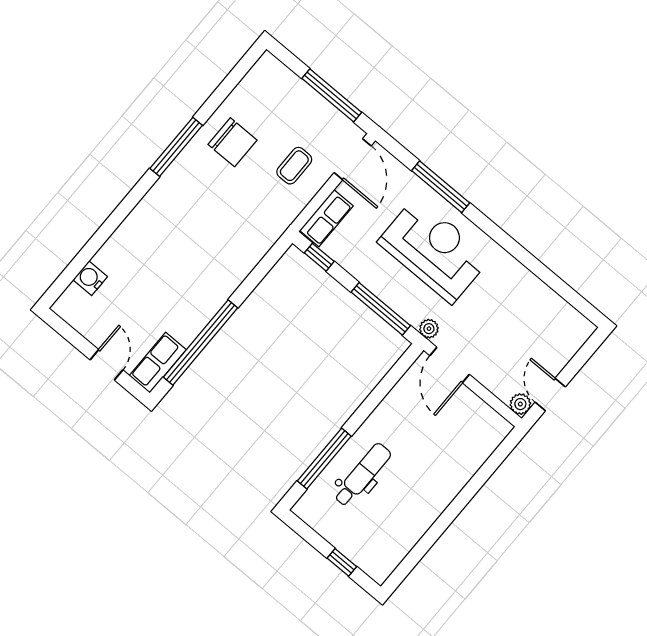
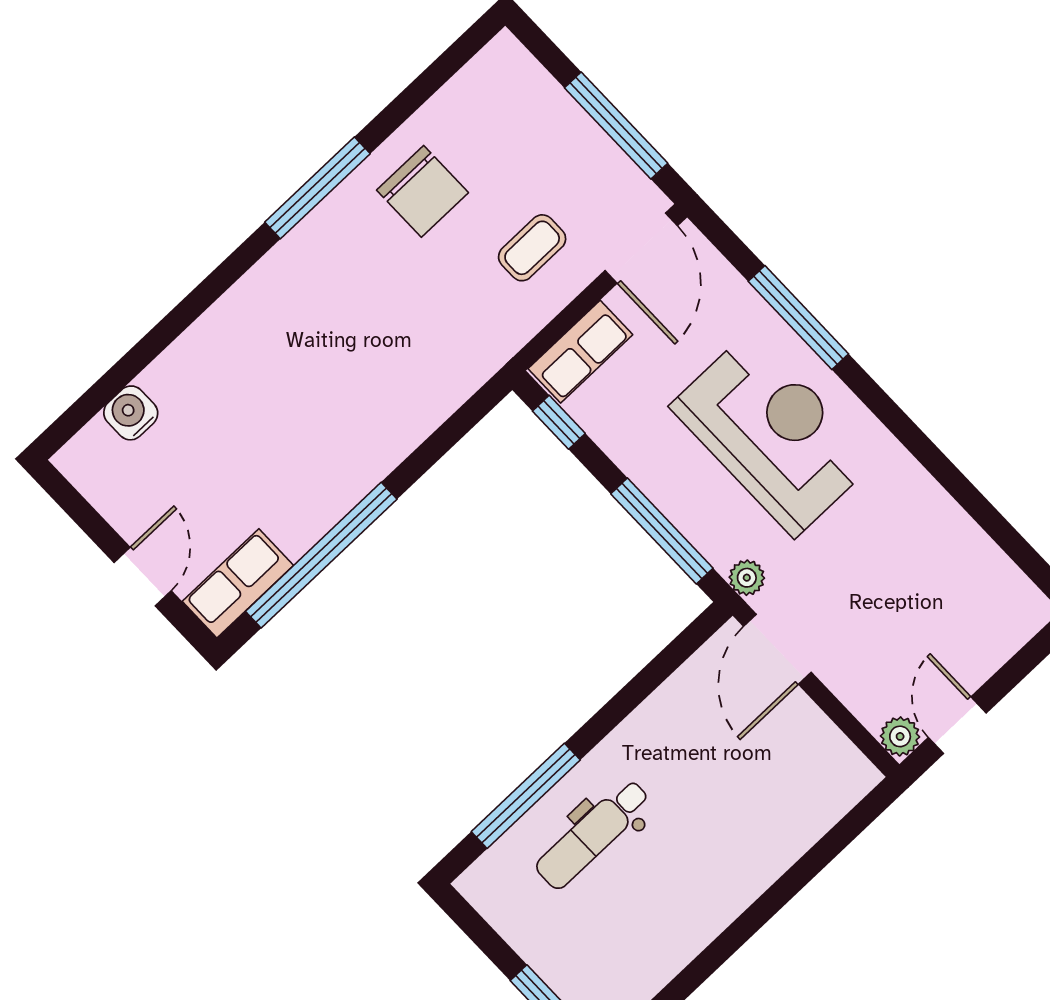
dental chair: (362, 475) -> (593, 834), turned 180

